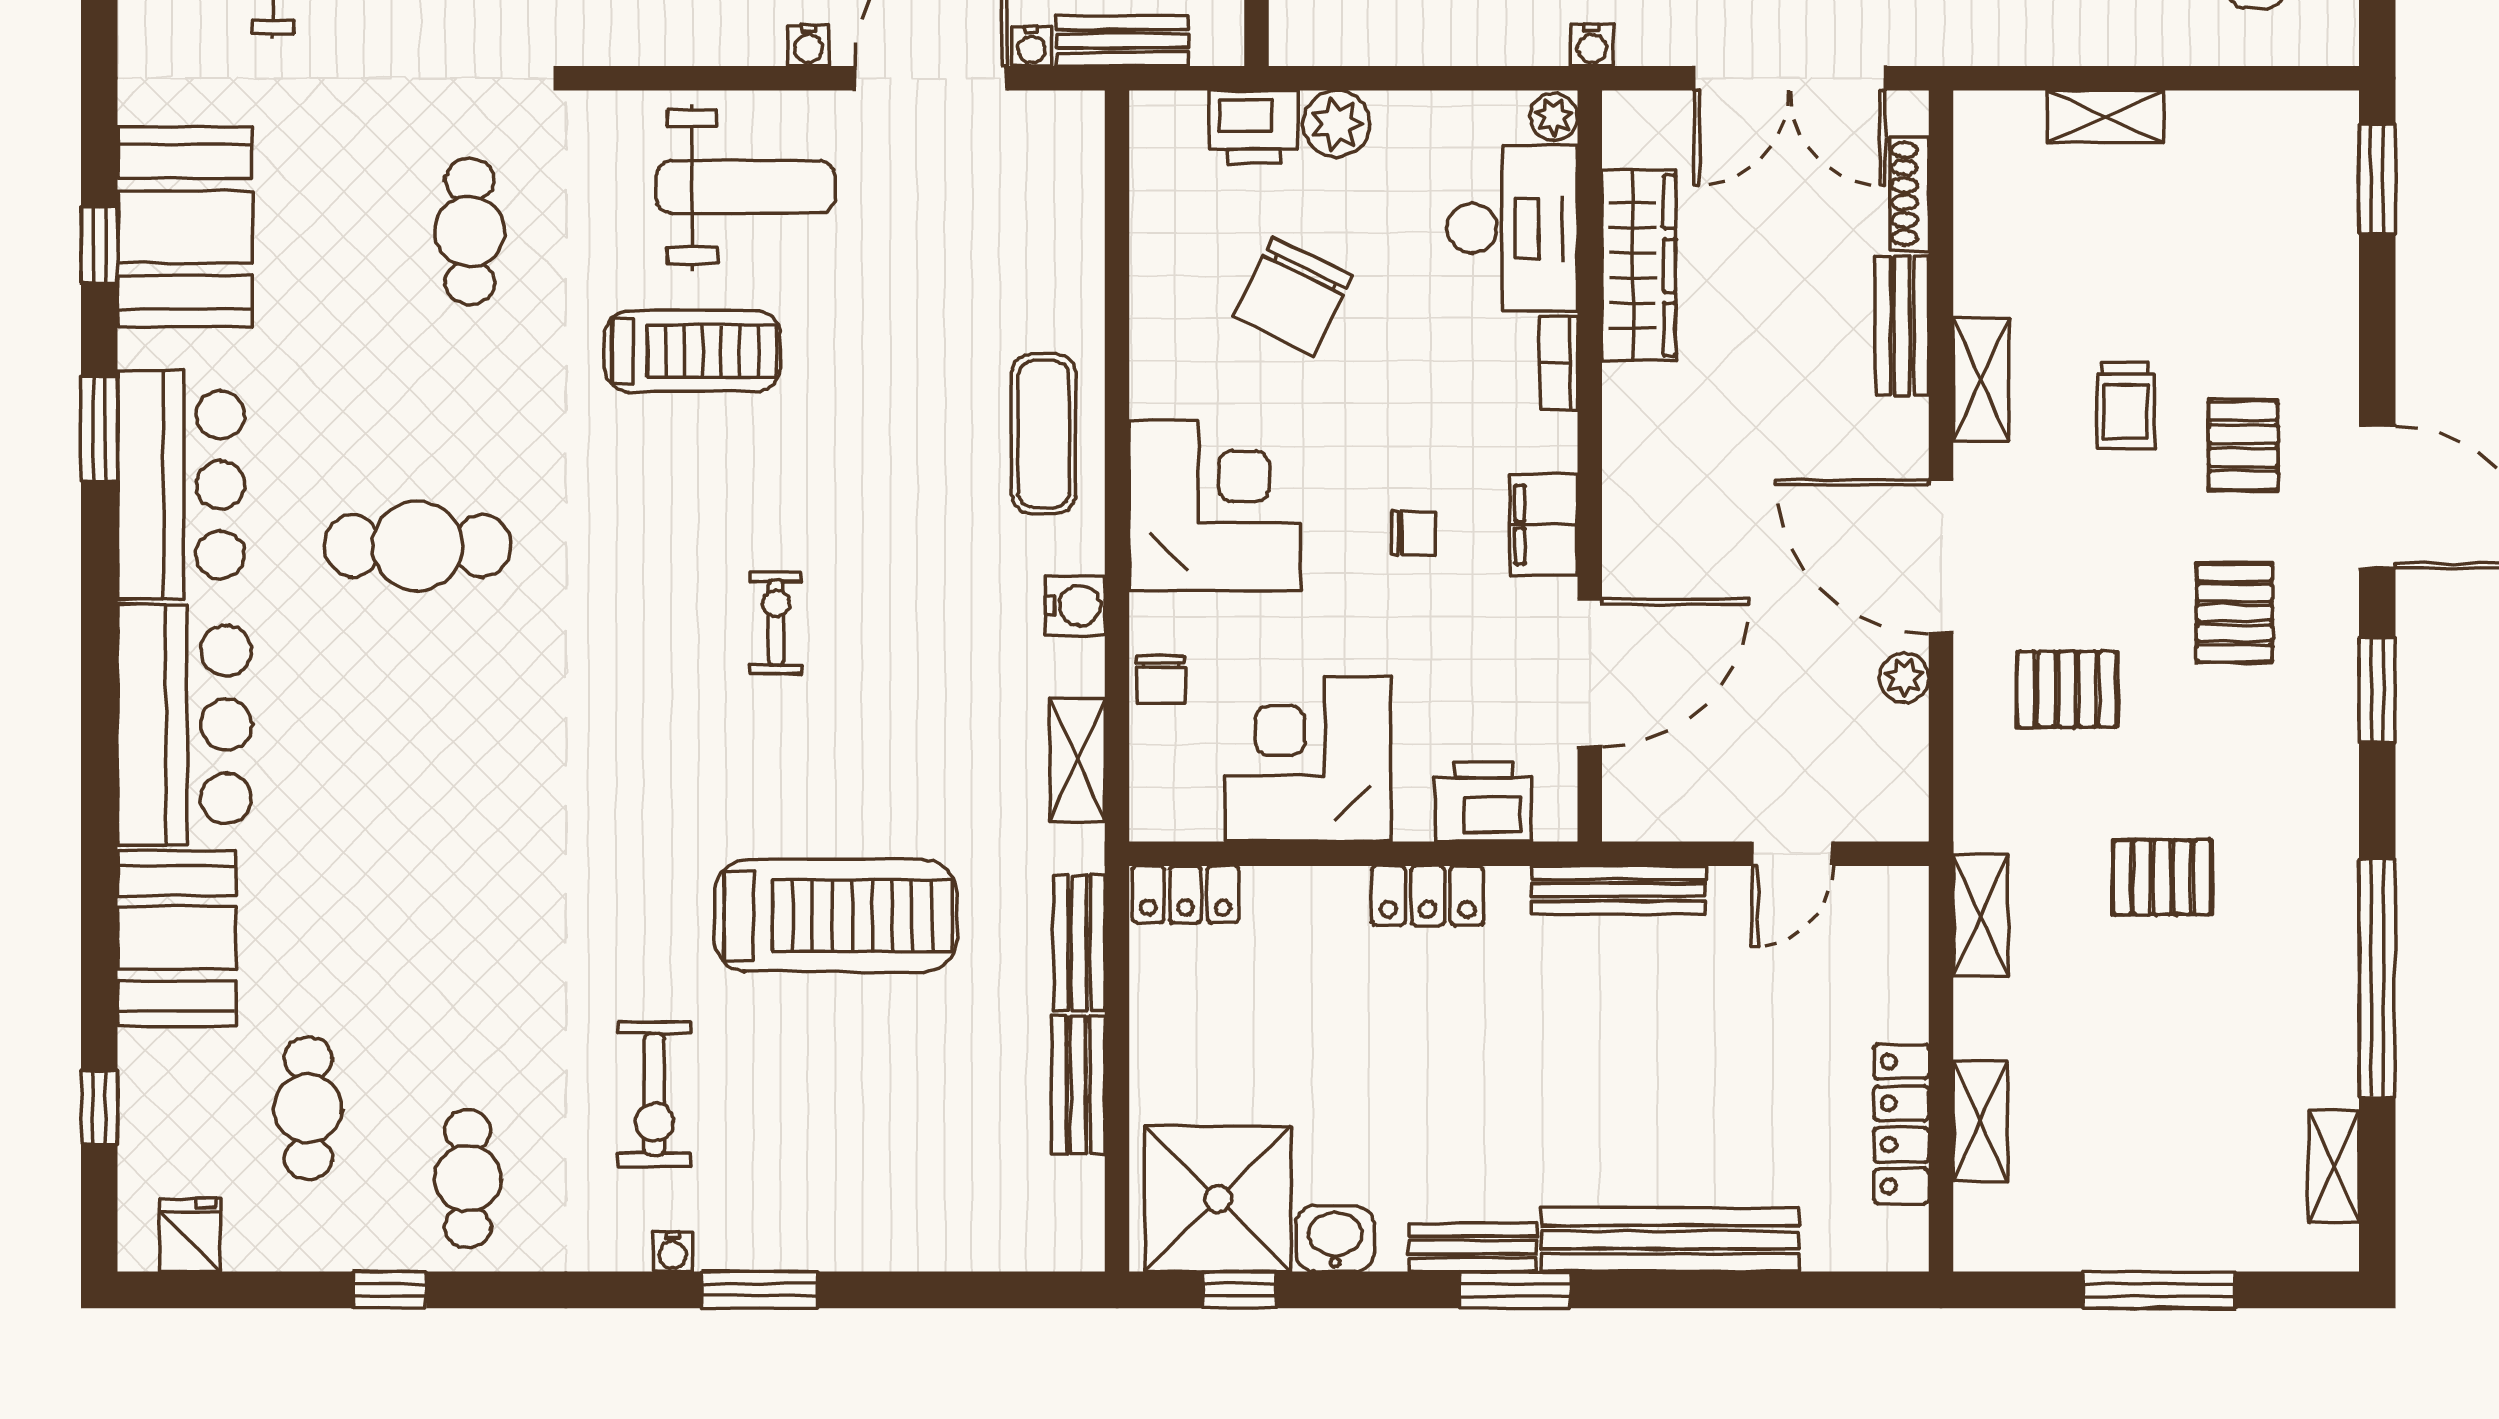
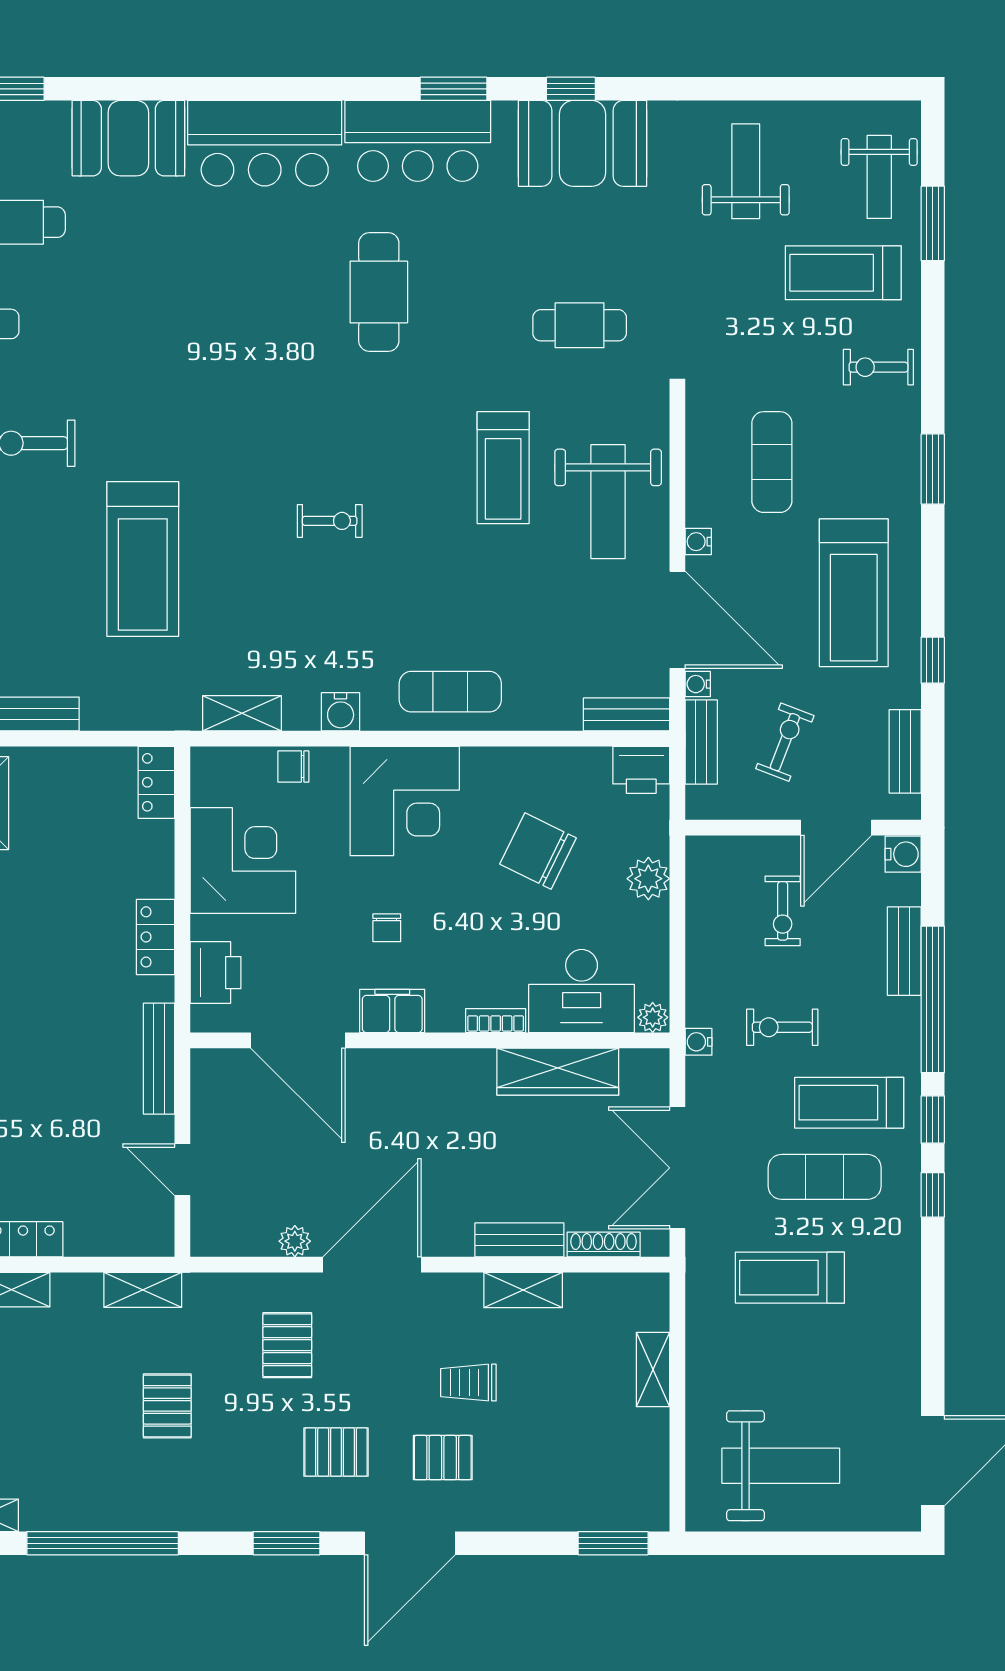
printer: (1254, 127) -> (641, 770), moved, turned -90
shelving: (1981, 380) -> (523, 1290), moved
bench: (1079, 943) -> (627, 714), moved

